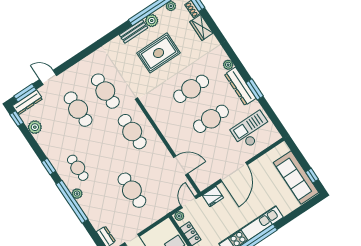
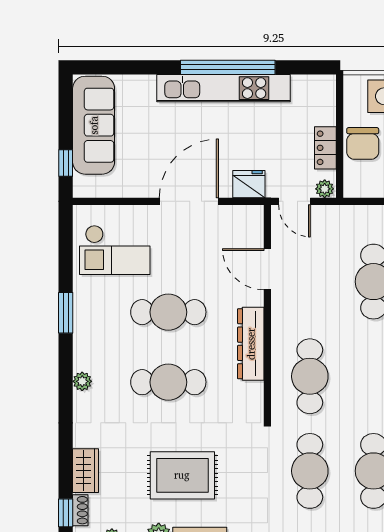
dresser: (240, 86) -> (251, 344), moved, turned 180
window: (312, 176) -> (66, 163), moved
door: (189, 202) -> (294, 201), hinge flipped

